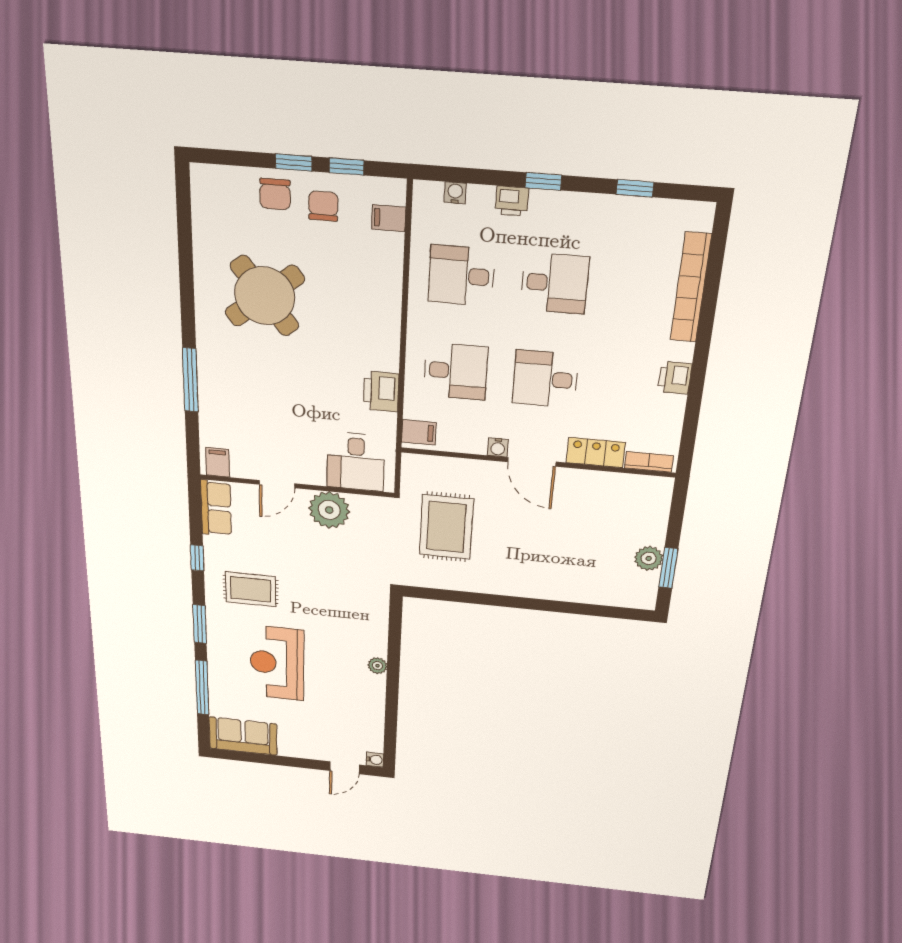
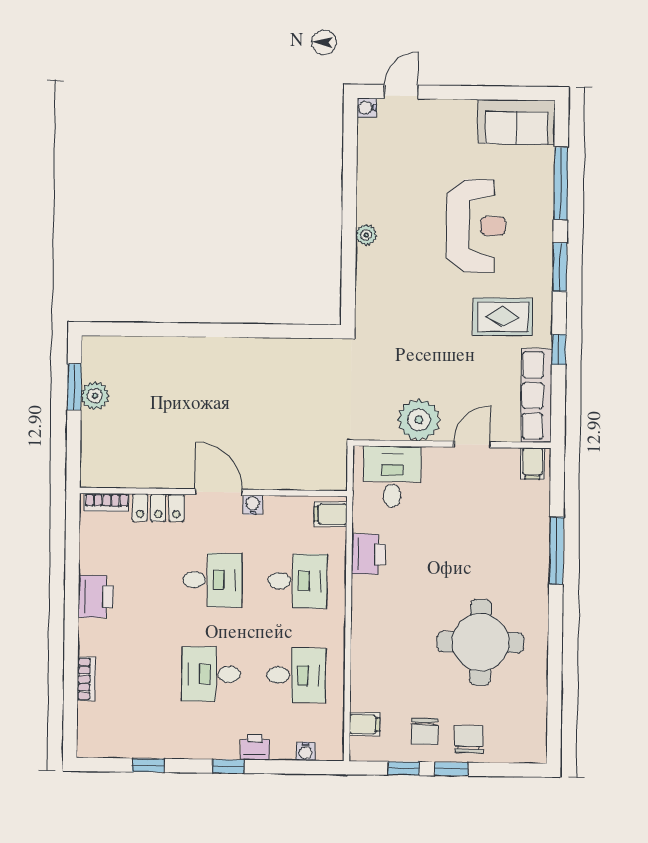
bookcase: (691, 288) -> (86, 679), width x0.43, depth x0.76
round table: (265, 296) -> (481, 642), turned 38
desk: (456, 371) -> (297, 581), turned 180
printer: (675, 378) -> (96, 597), width x1.36, depth x1.24
row of seats: (216, 508) -> (536, 396), width x1.48
rug: (446, 527) -> (299, 412), removed

